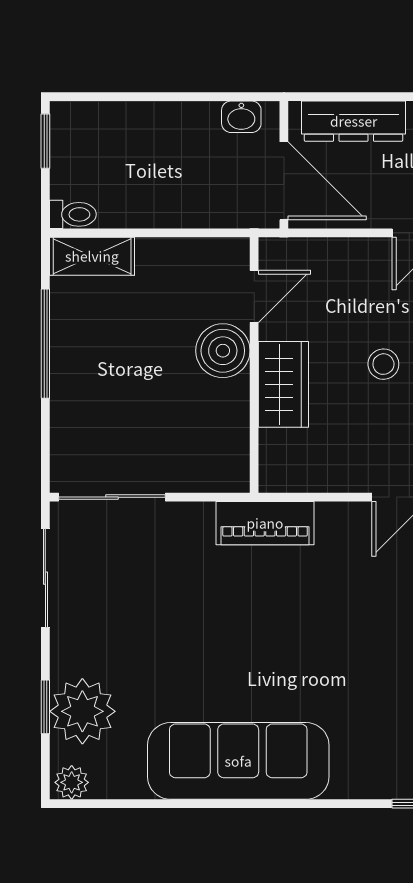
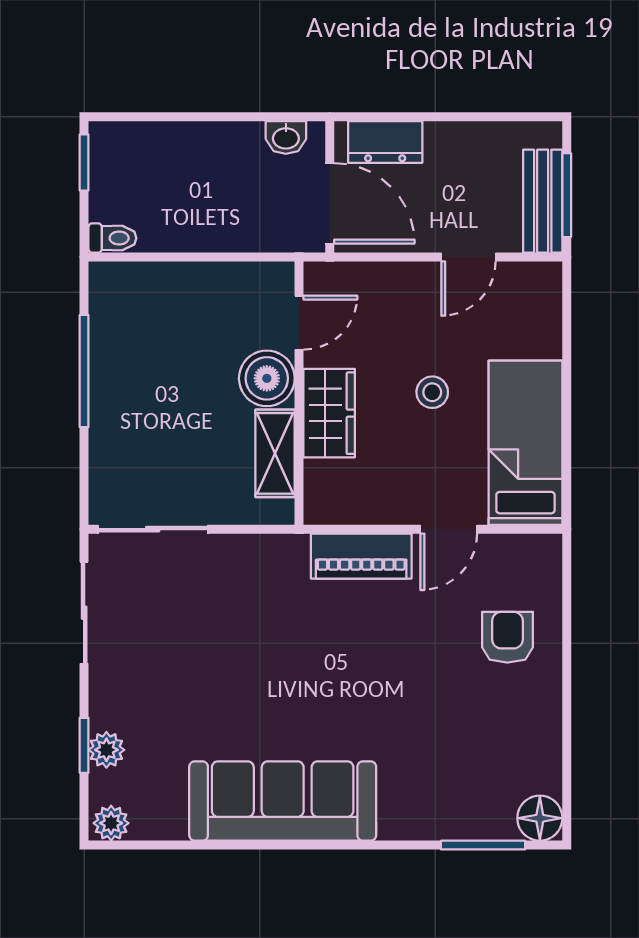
dresser: (354, 121) -> (385, 142), width x0.70
shelving: (92, 256) -> (275, 453), moved, turned 90
piano: (265, 523) -> (361, 556), moved
plant: (82, 711) -> (106, 750), width x0.53, depth x0.53

